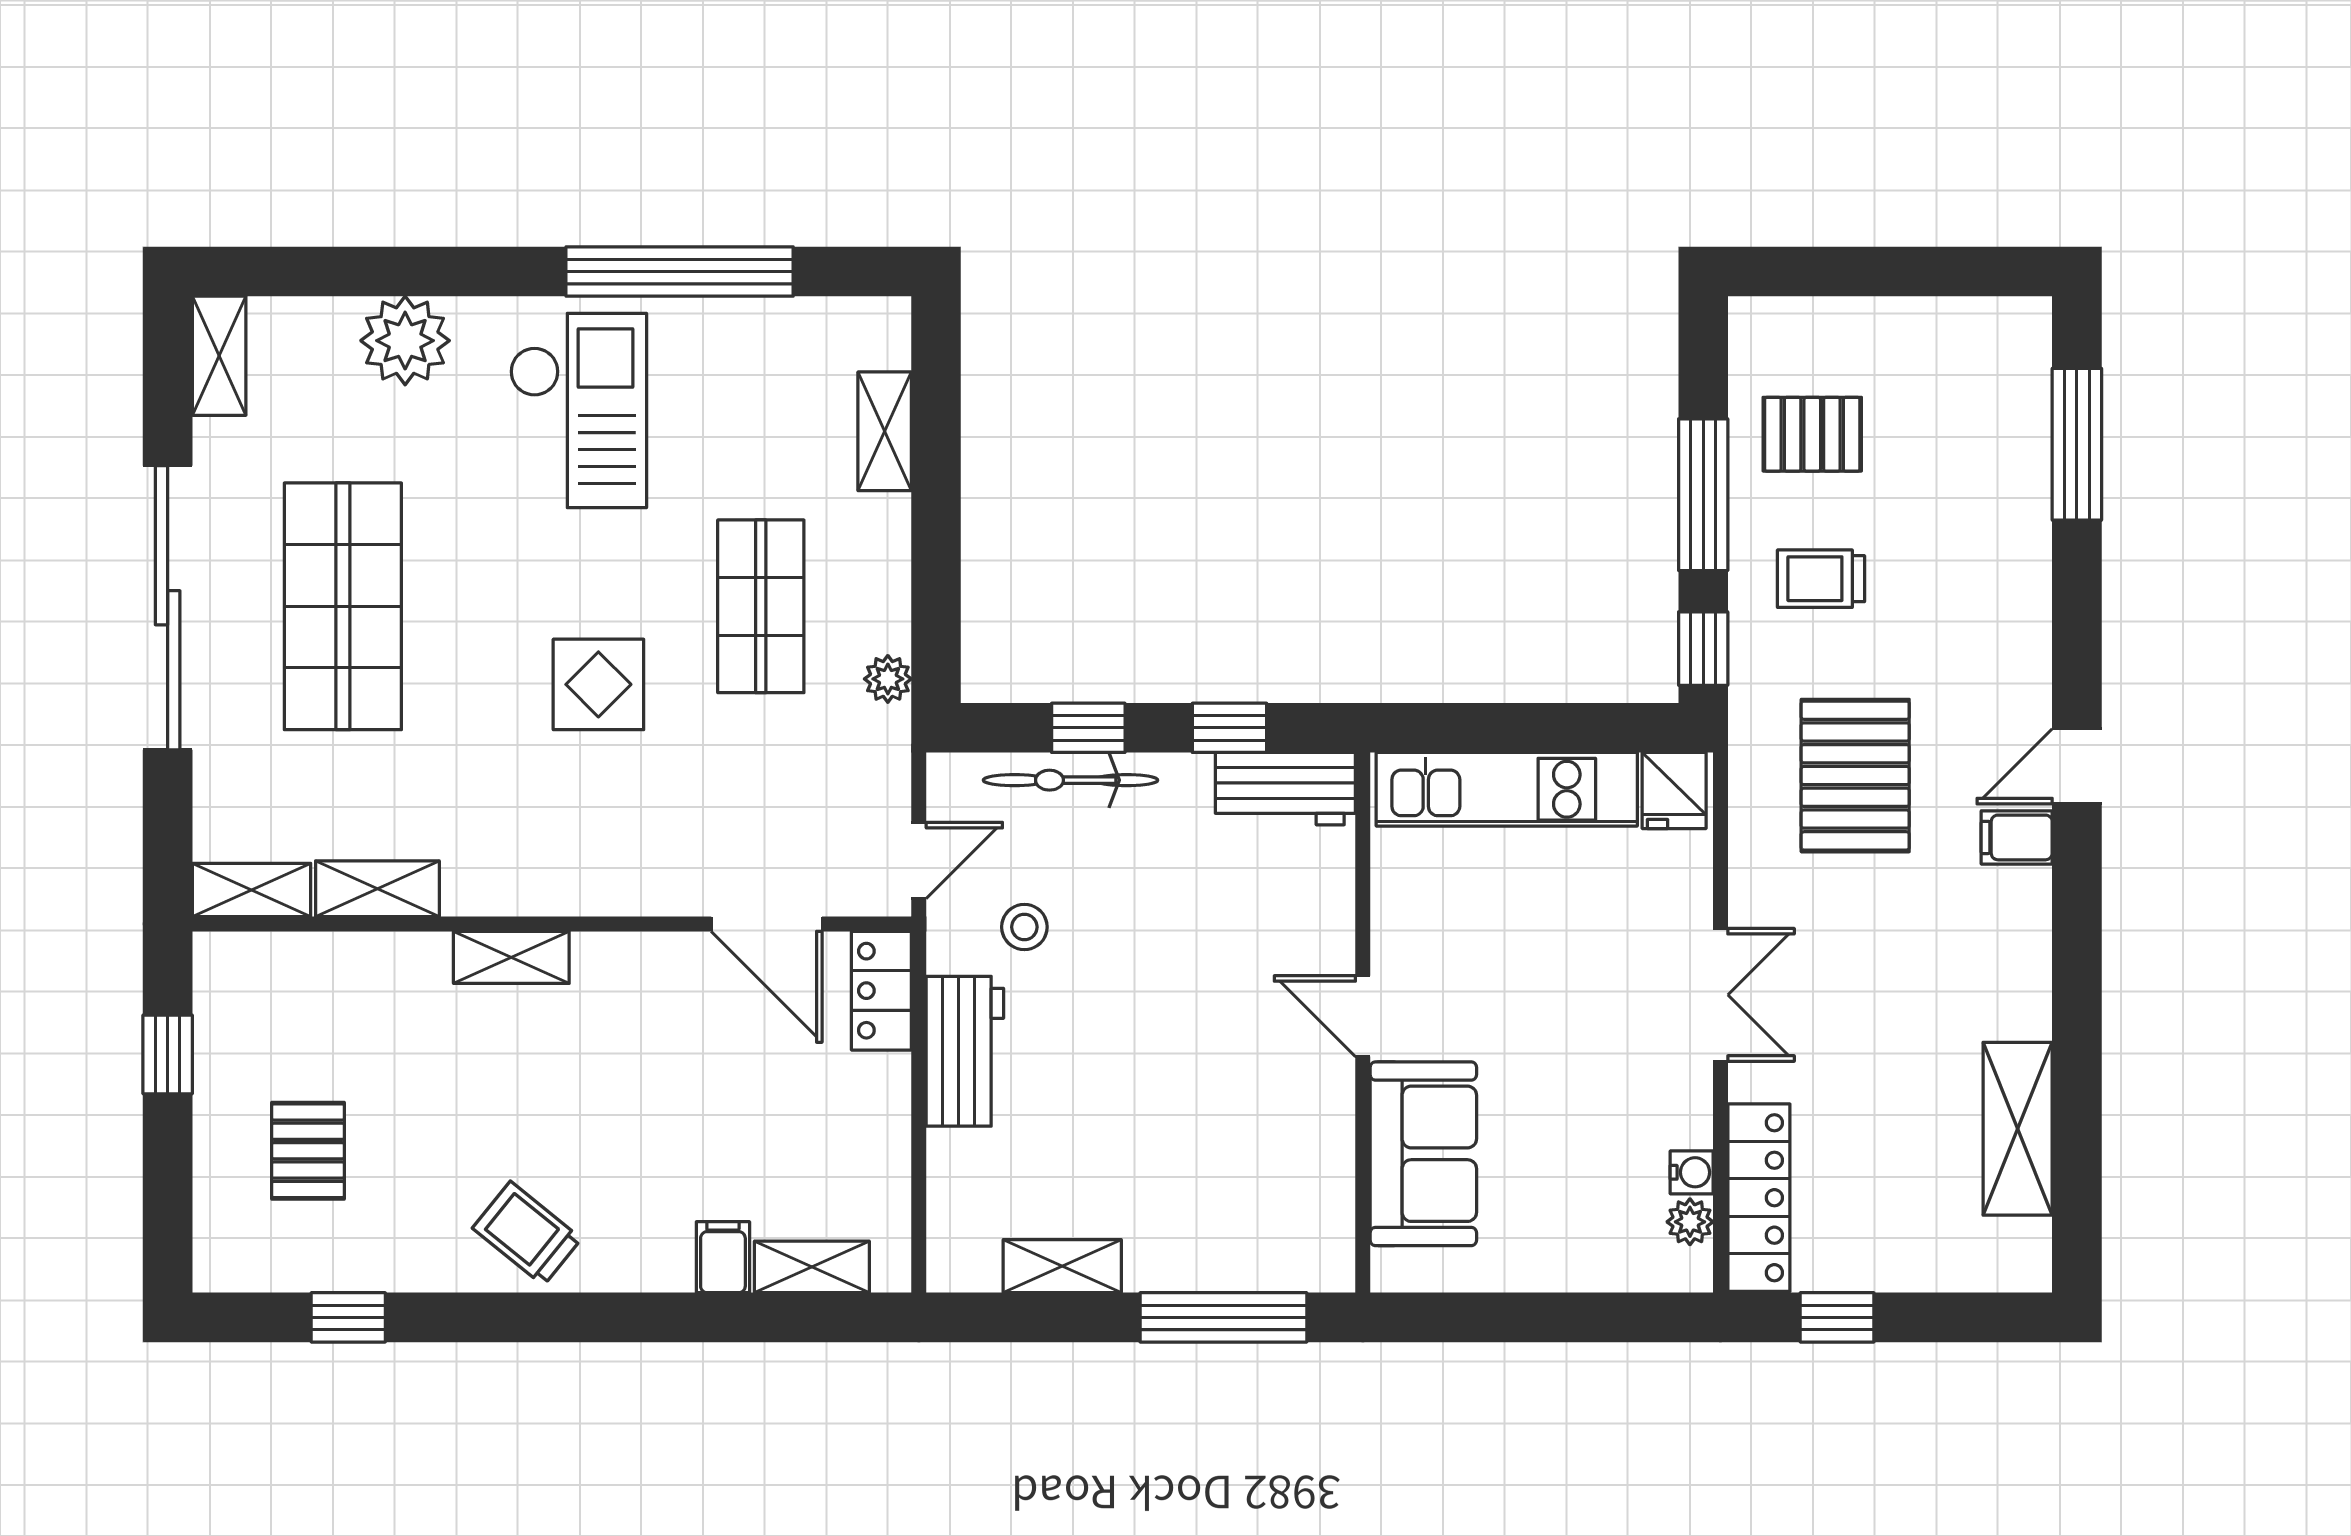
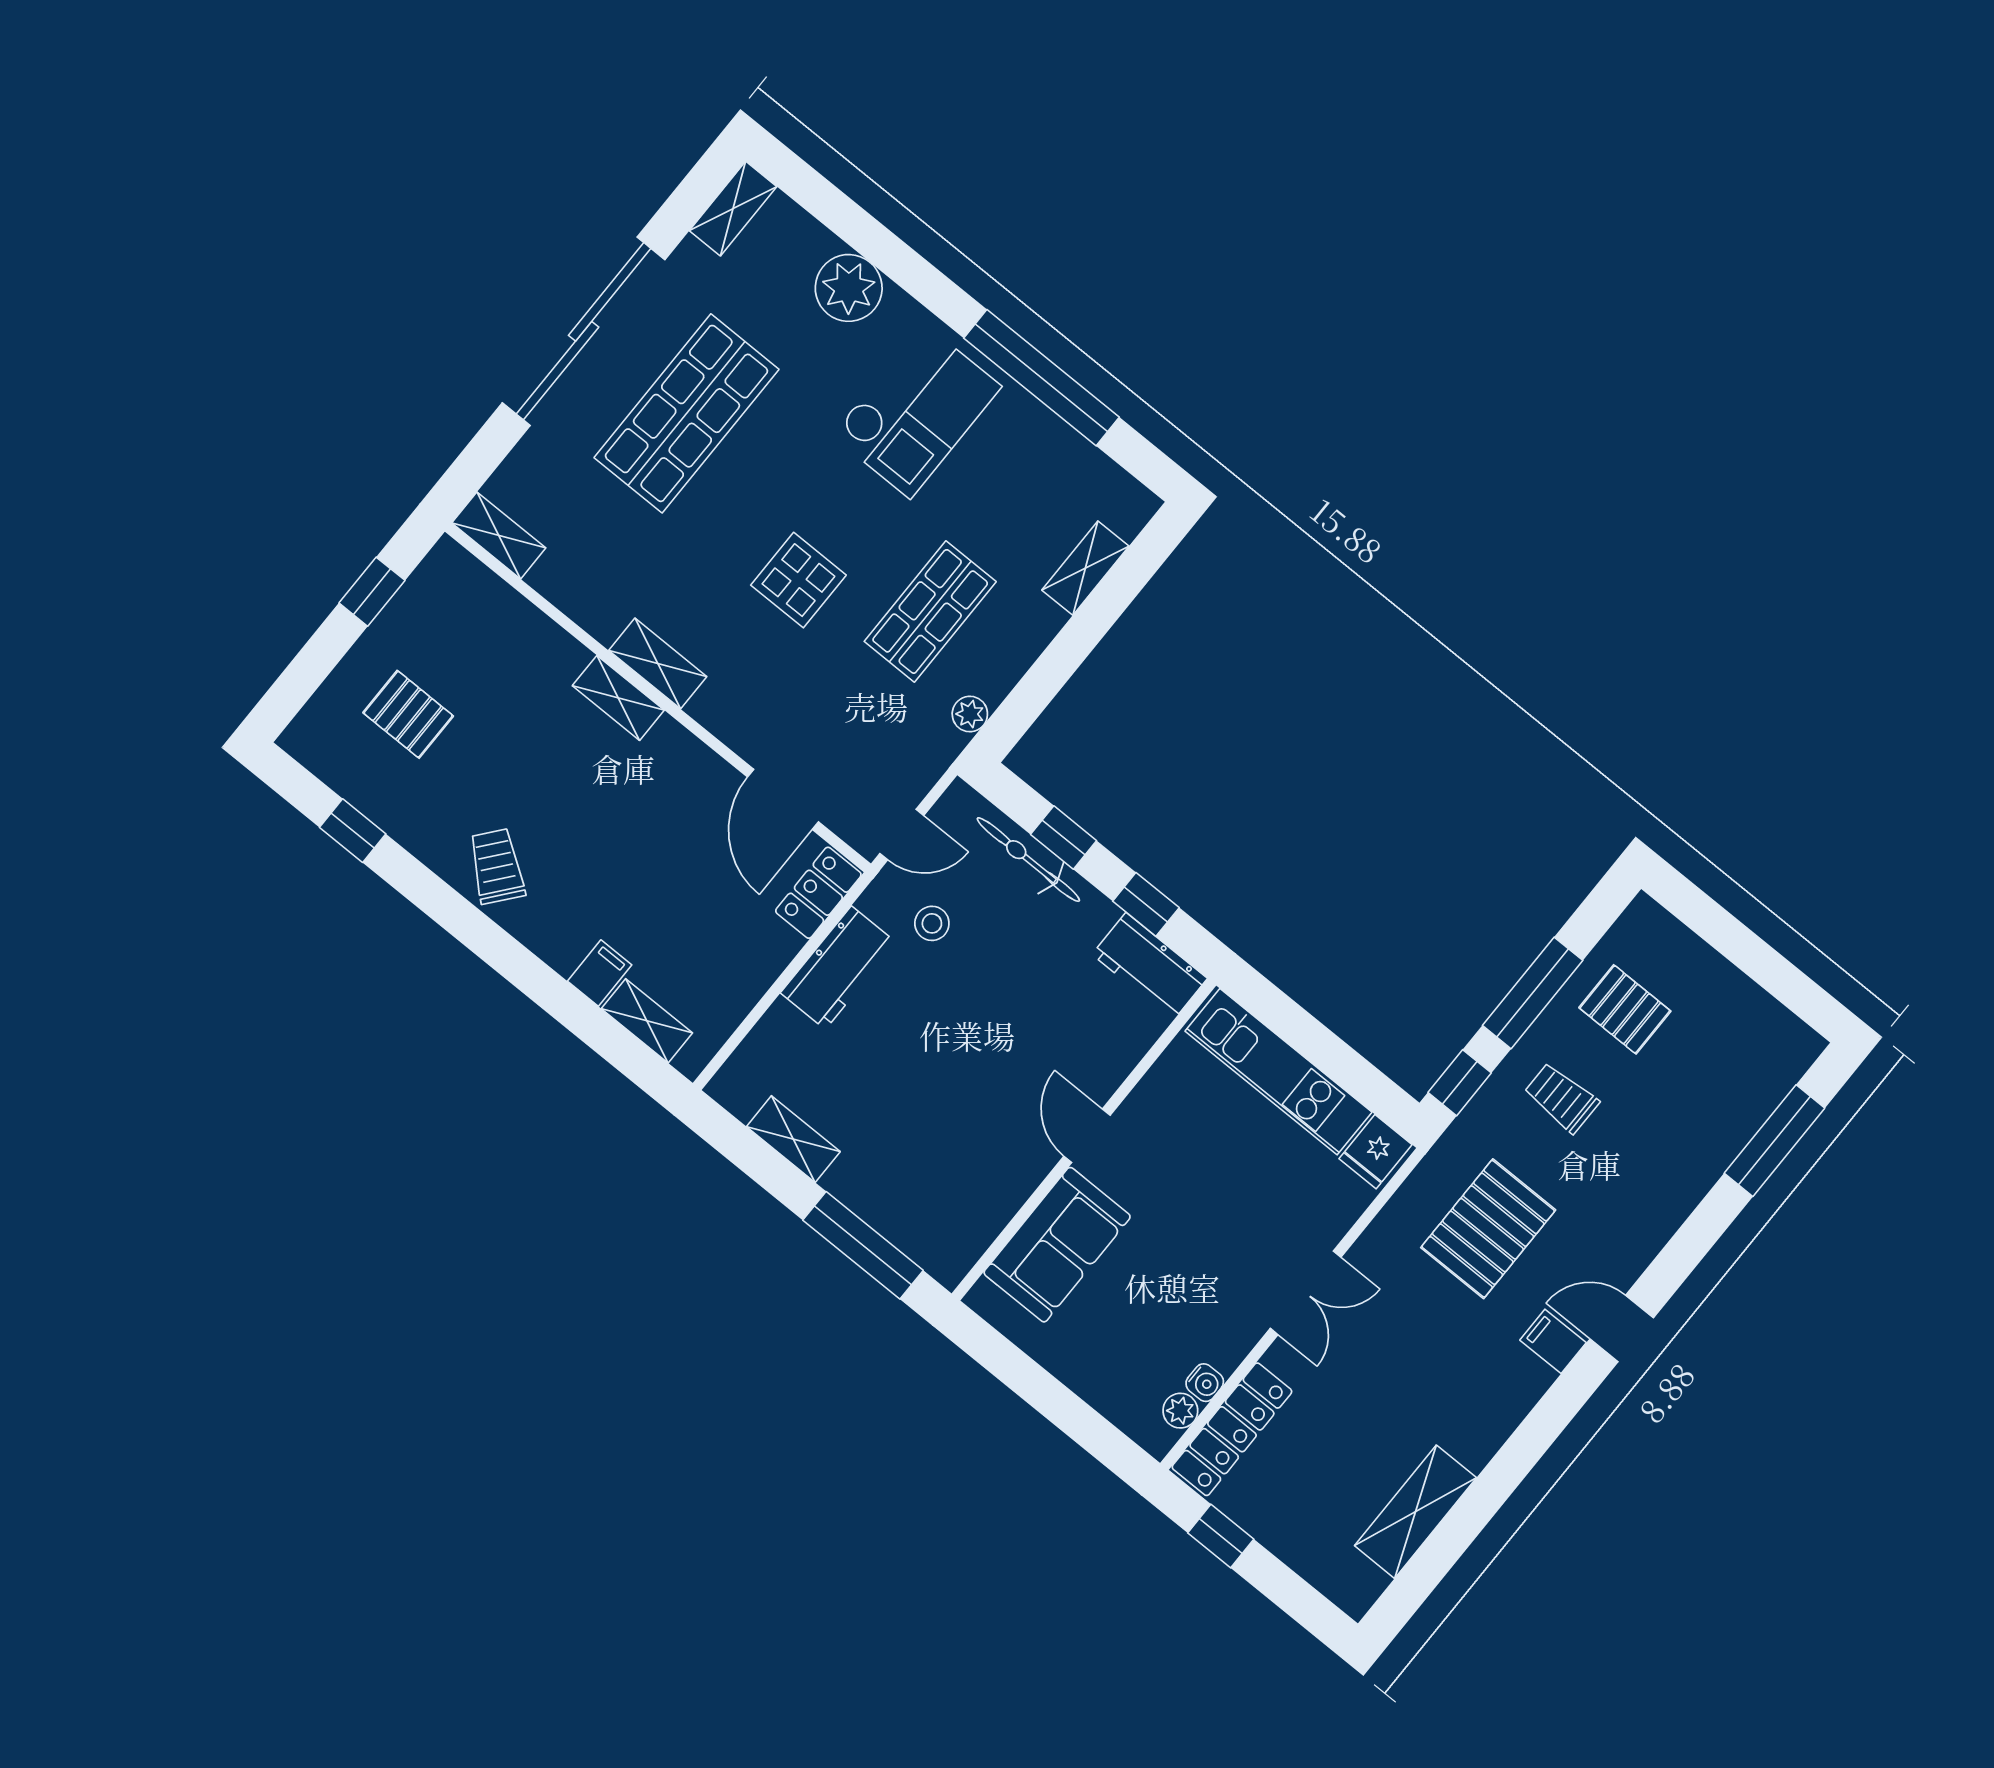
shelving: (377, 889) -> (658, 663), moved
pallet: (308, 1151) -> (408, 714), turned 90

